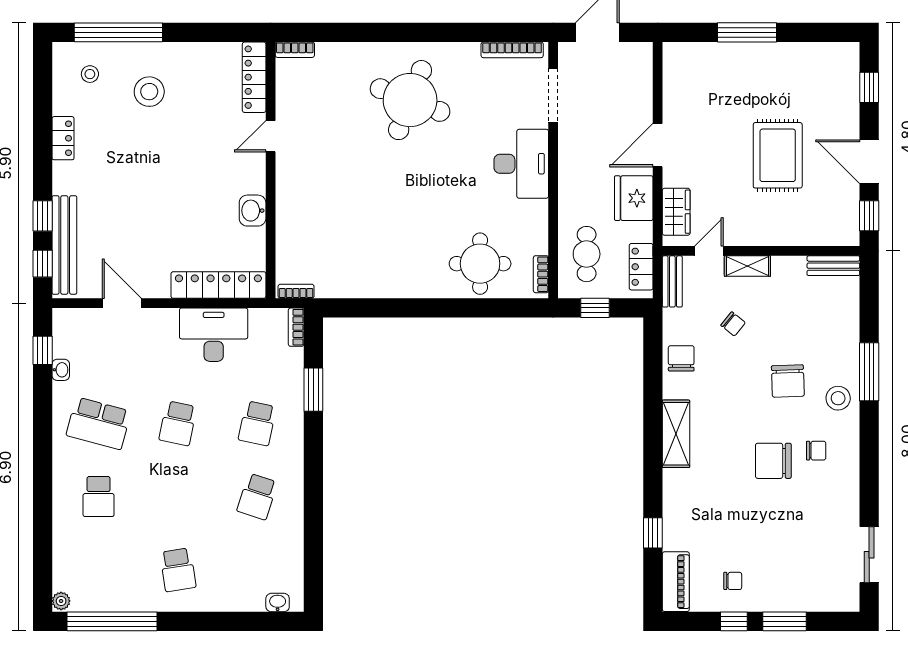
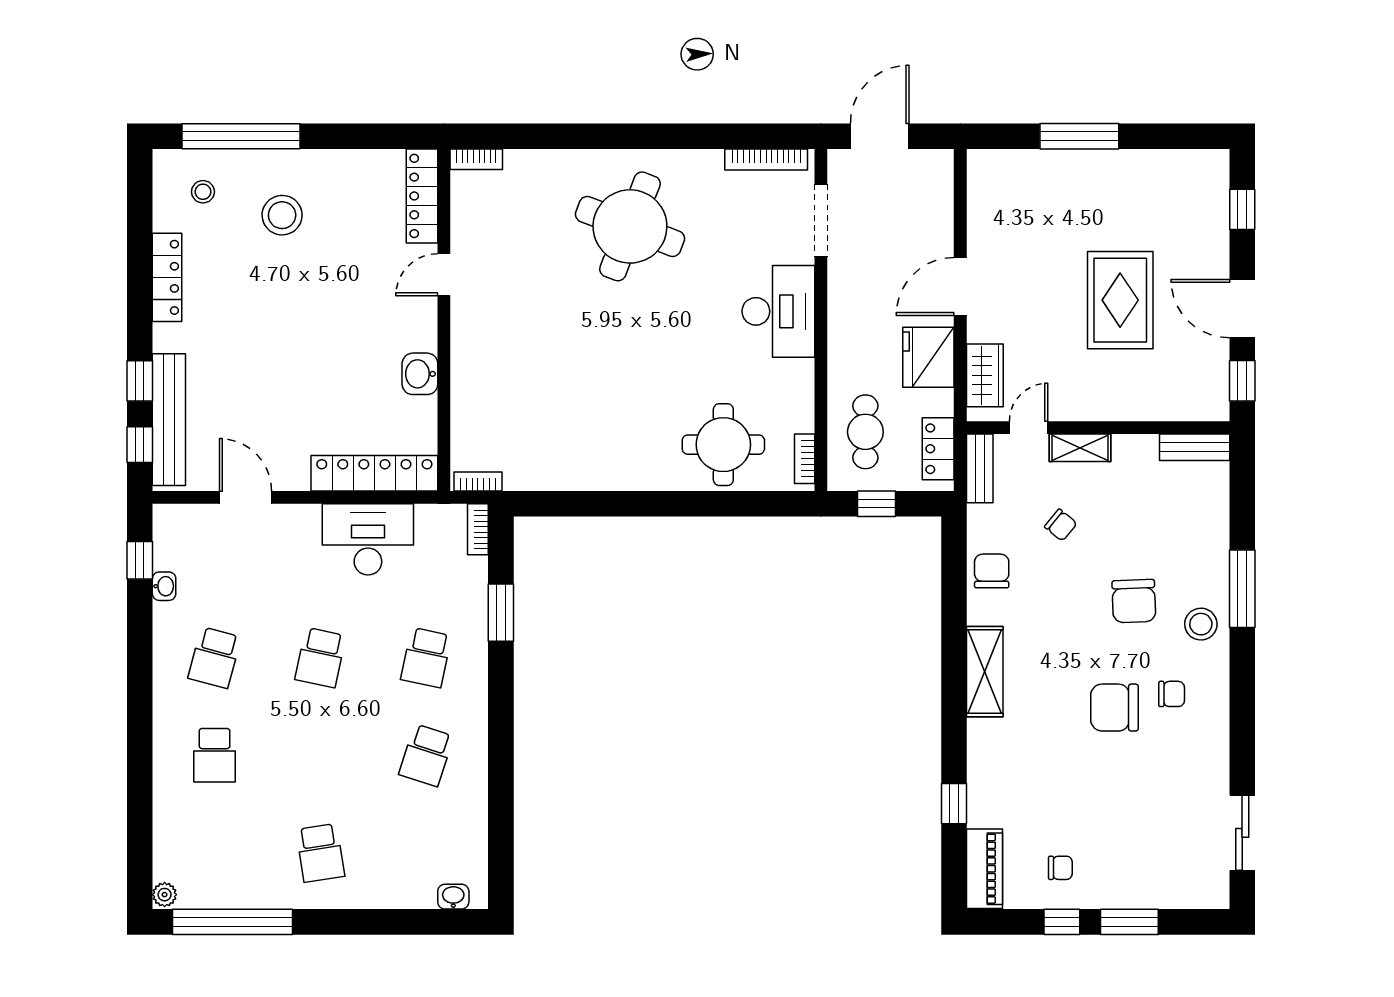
locker: (63, 138) -> (167, 277), width x1.53
school desk: (99, 423) -> (214, 658), width x0.54

